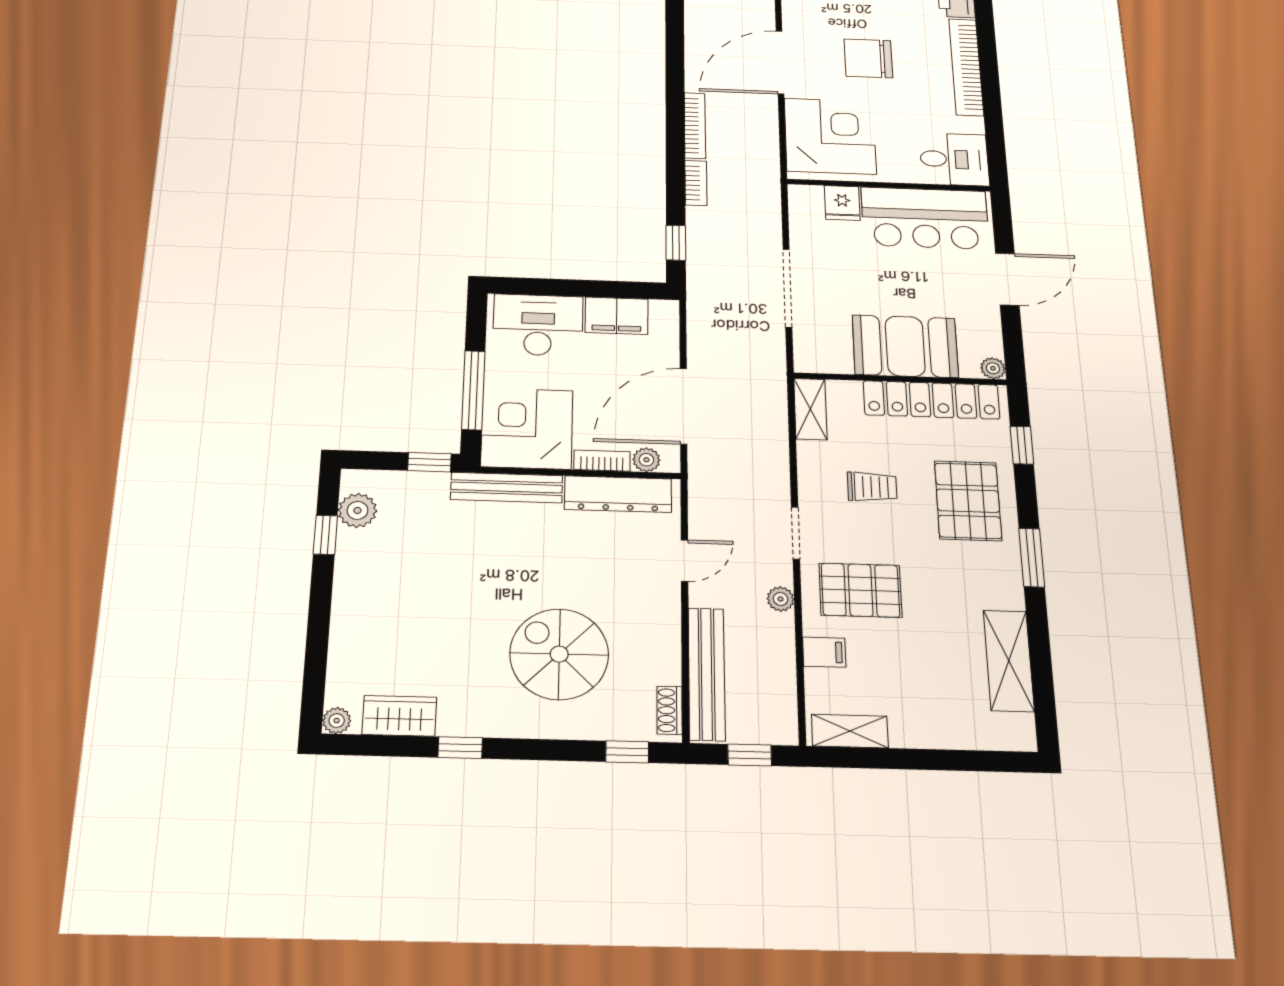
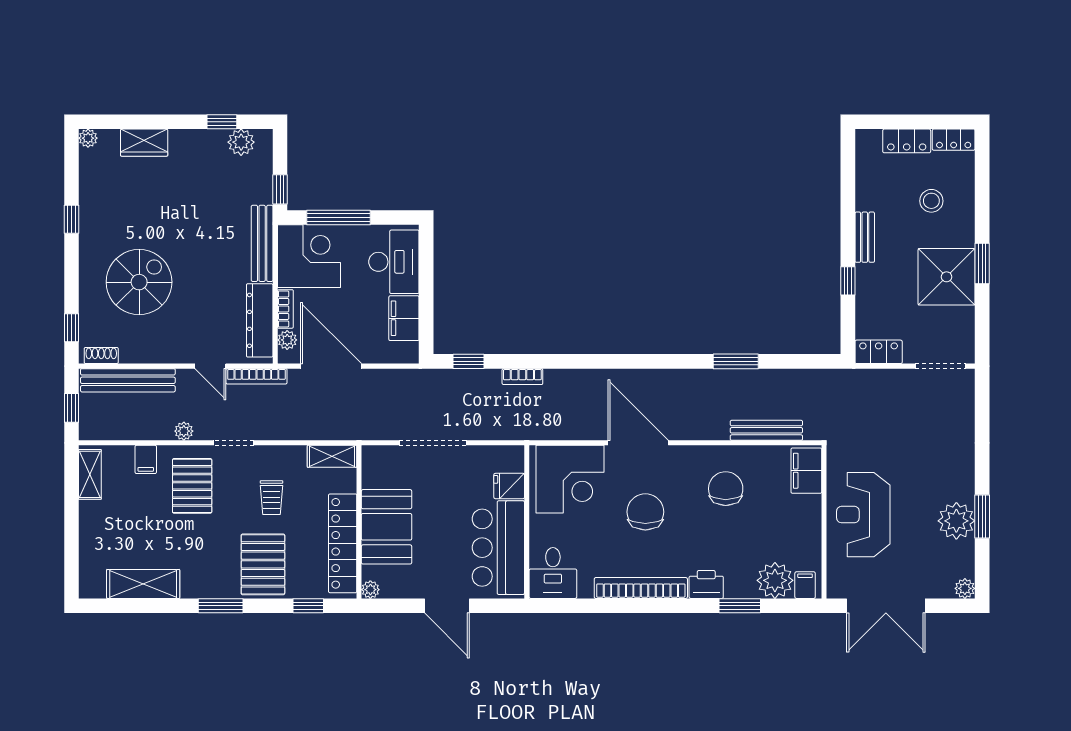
bookcase: (695, 126) -> (256, 376), moved
pallet: (968, 501) -> (263, 564), turned 90
wardrobe: (399, 716) -> (144, 143), moved, turned 90

